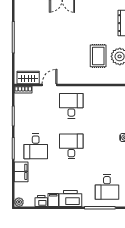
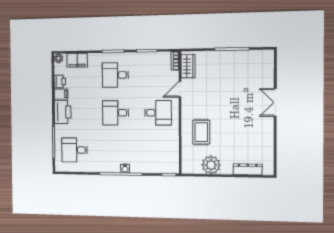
rug: (98, 56) -> (201, 132), moved, turned 90
door: (50, 85) -> (180, 89), swing flipped
desk: (71, 146) -> (116, 113), turned 180
filing cabinet: (21, 172) -> (77, 60), moved

